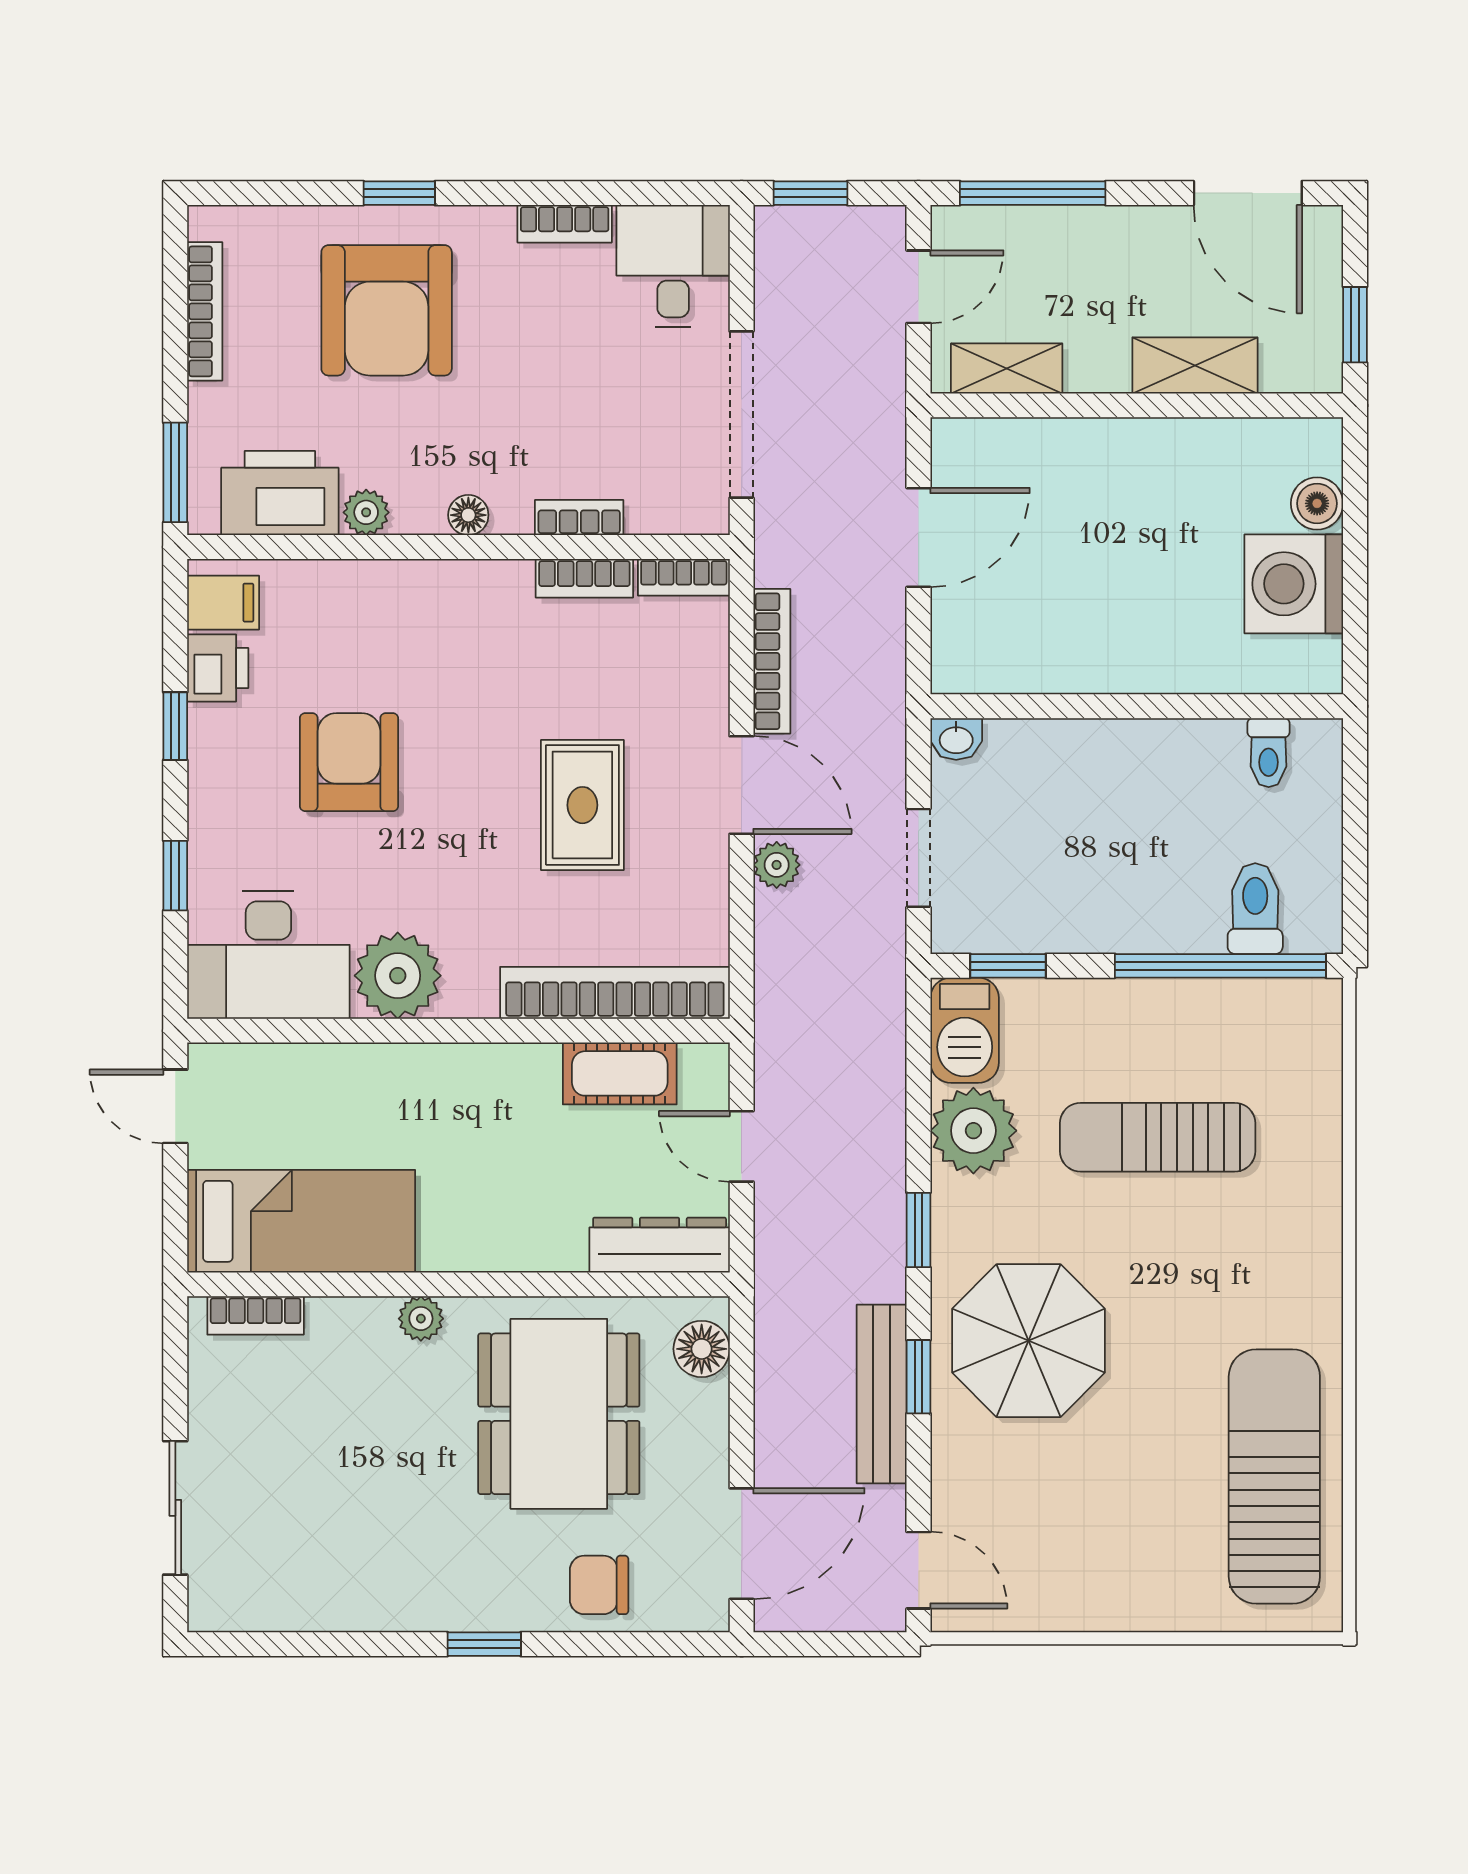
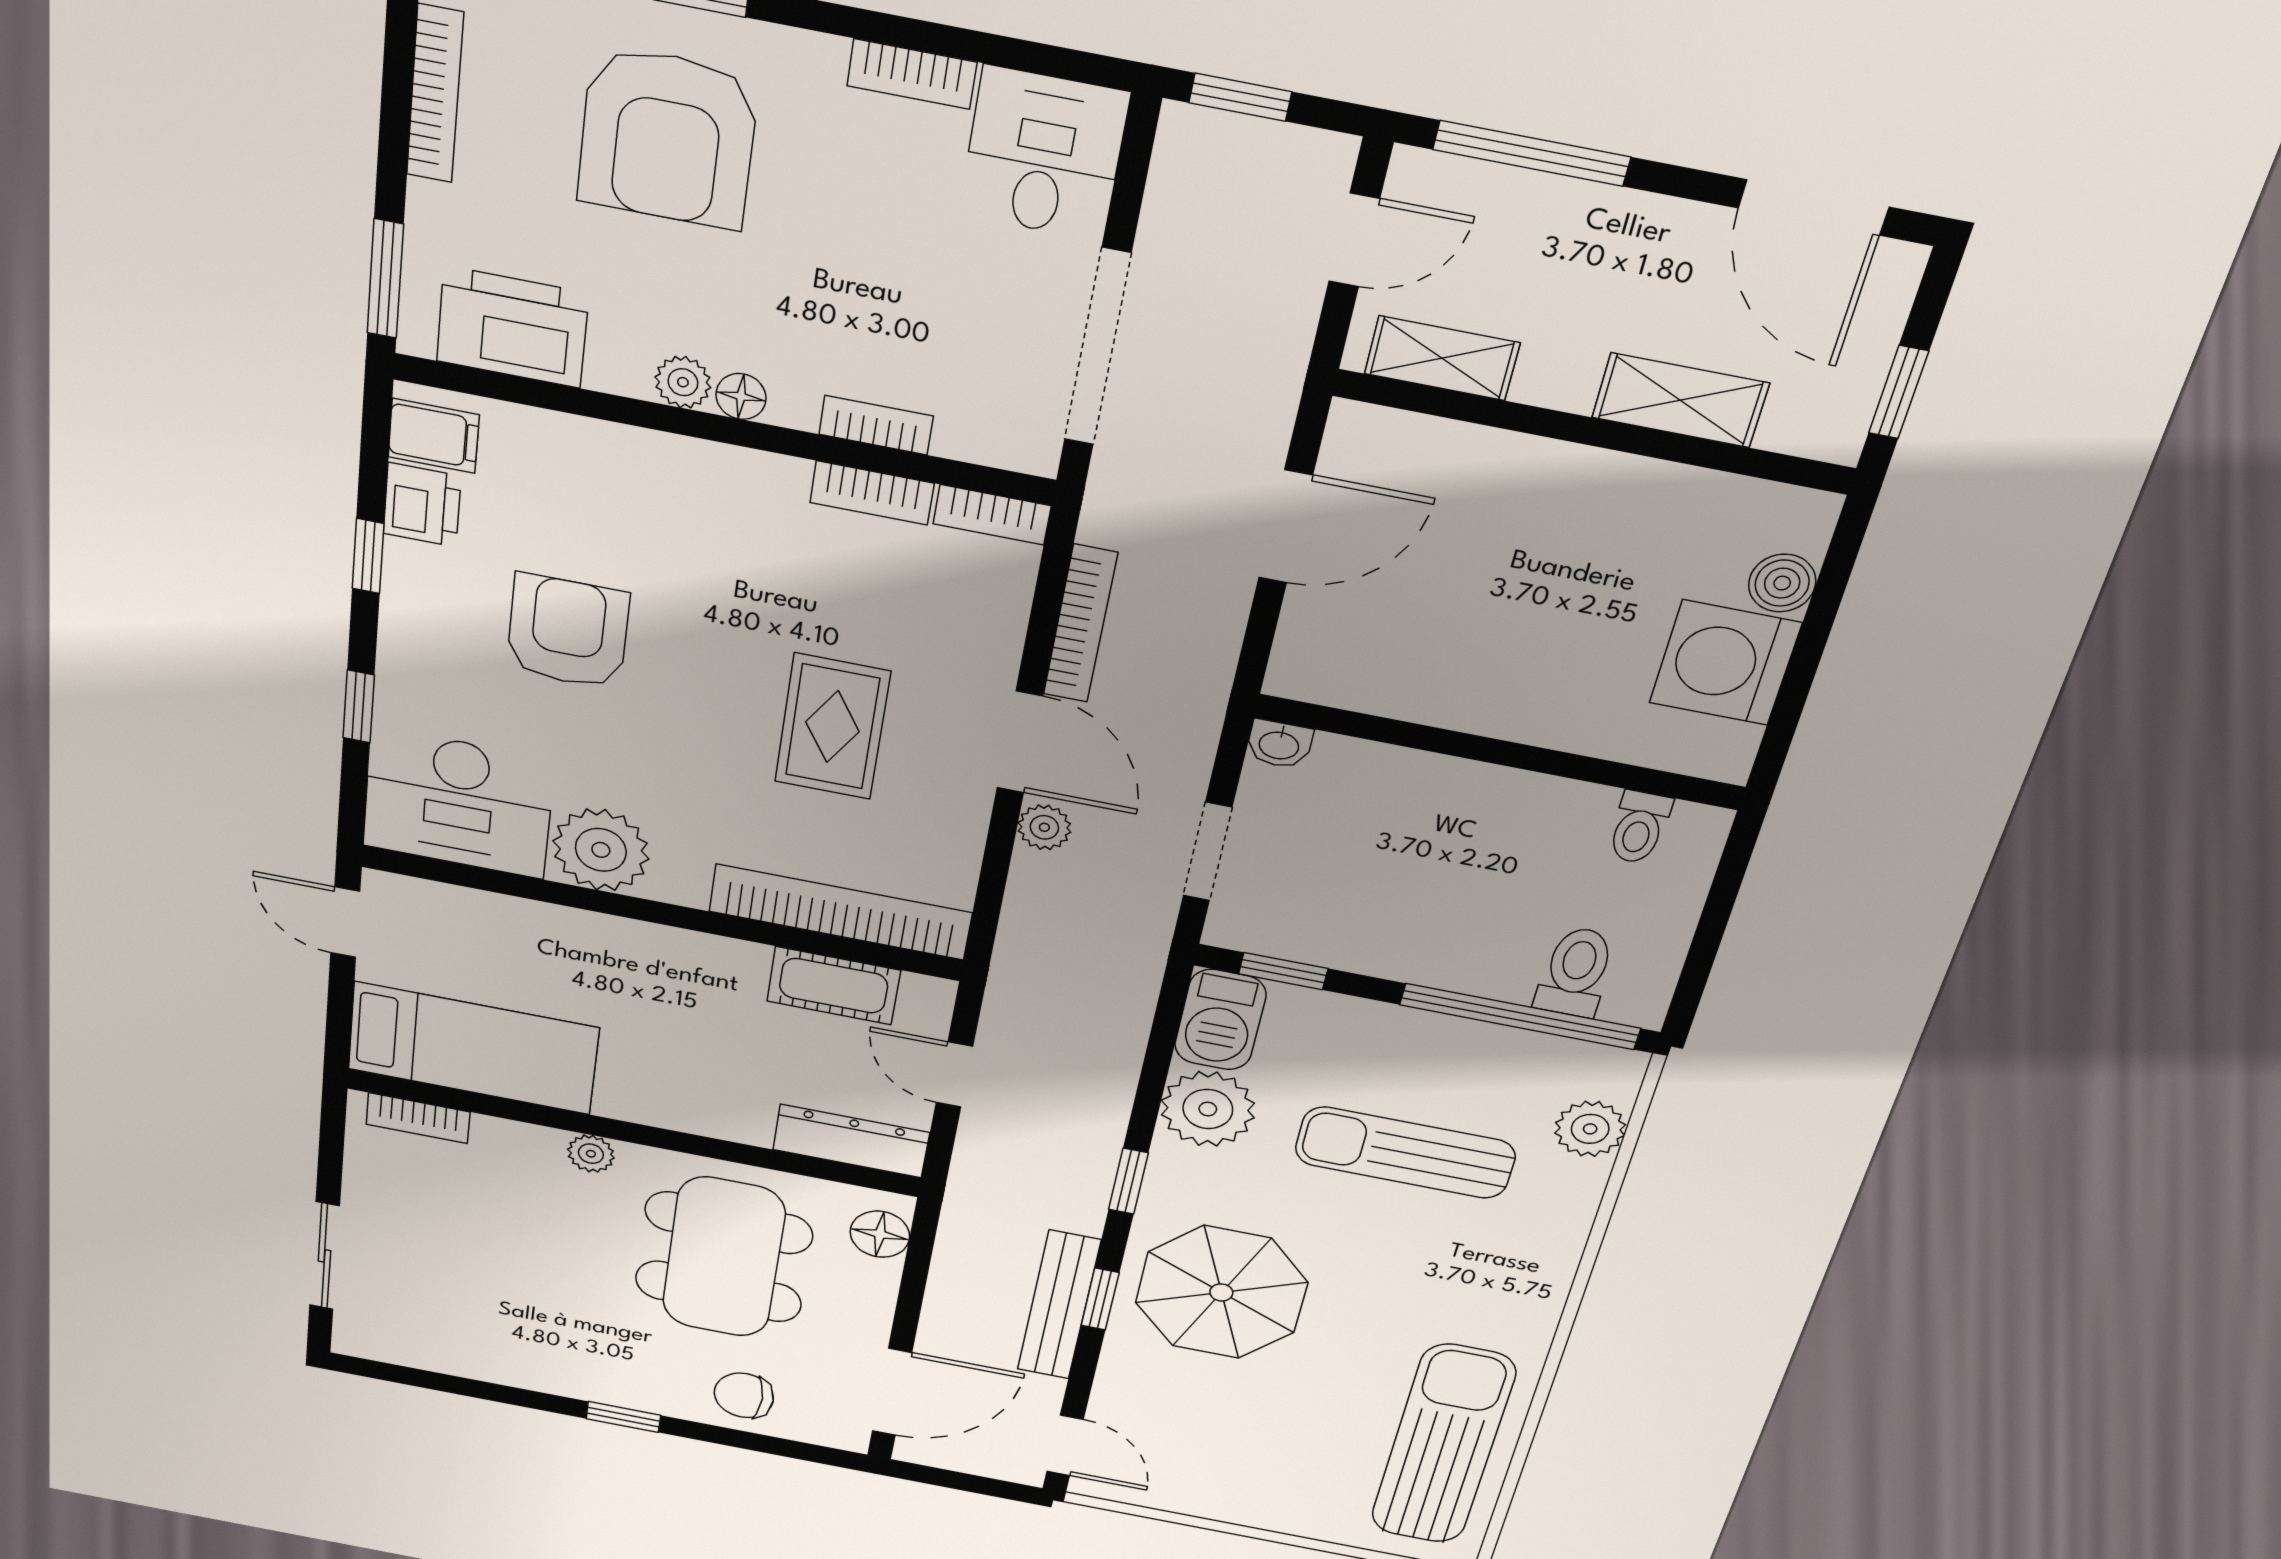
plant: (366, 512) -> (683, 382), moved
plant: (1312, 1072) -> (1590, 1129), added

